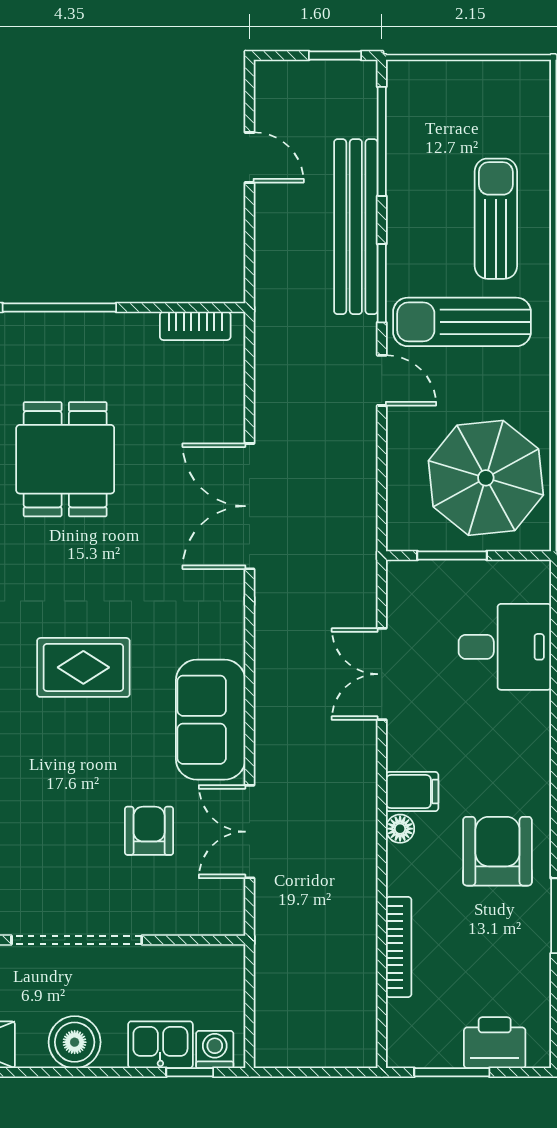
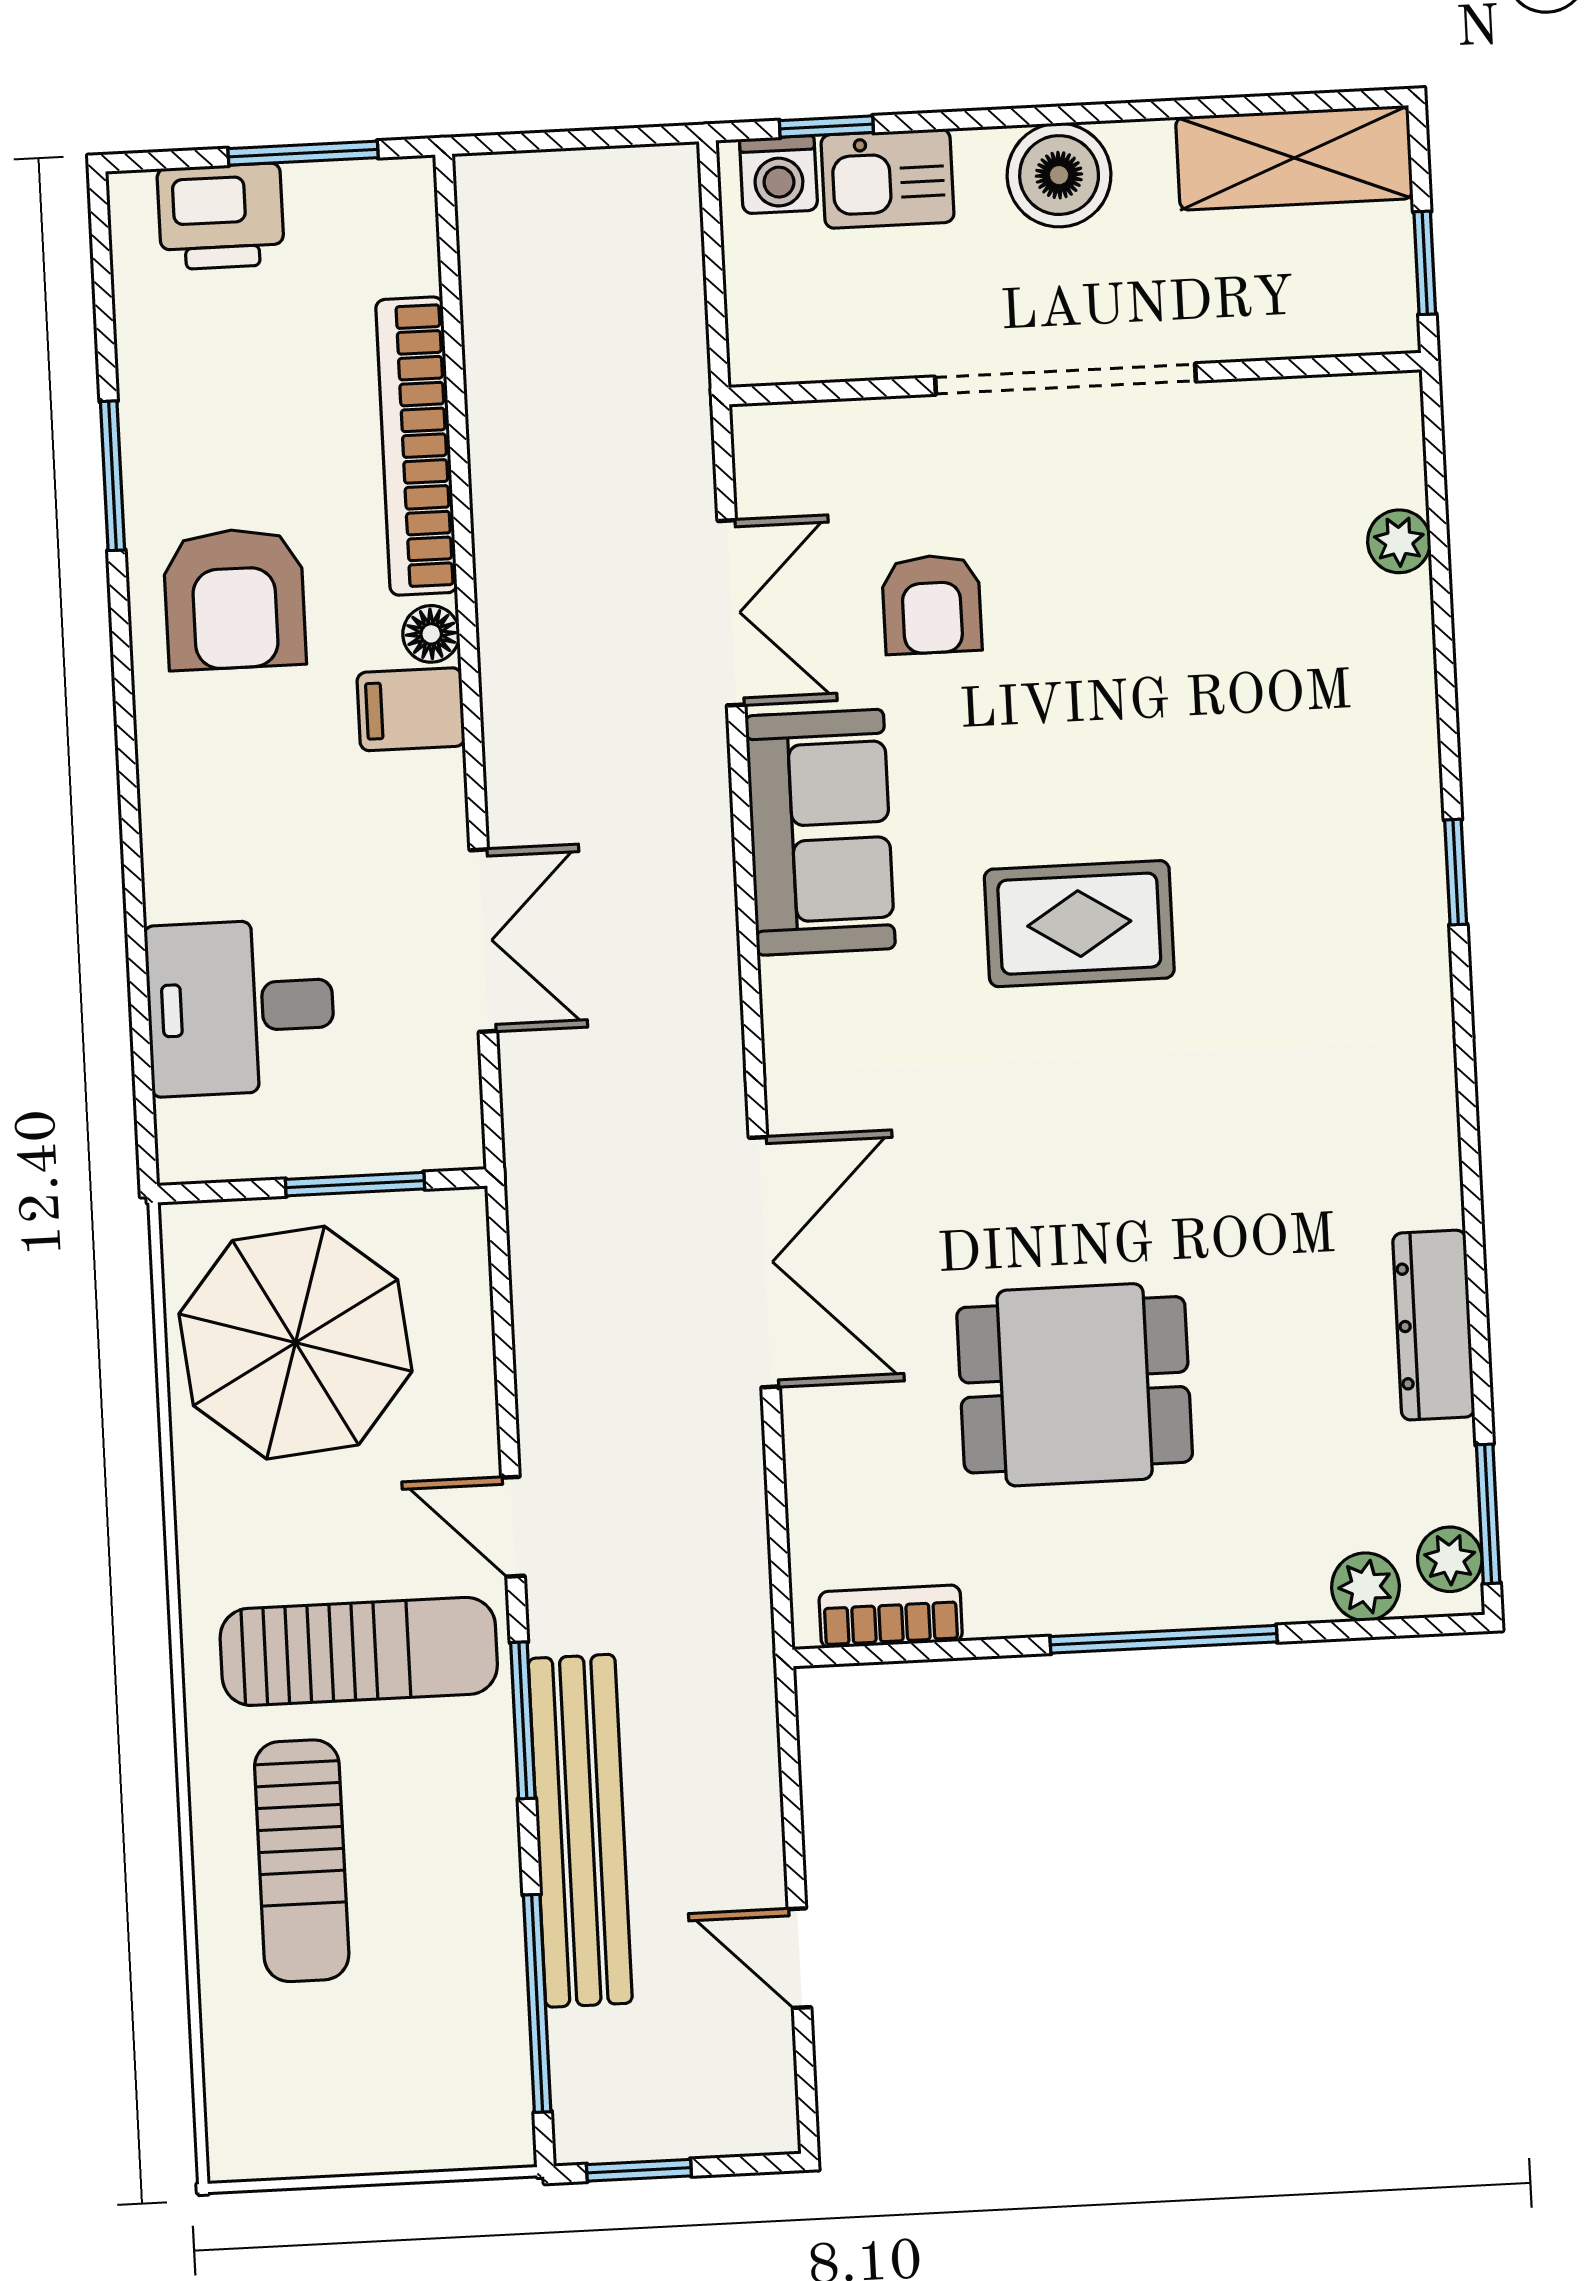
dining table: (65, 459) -> (1075, 1385), moved, turned 90
bookcase: (399, 947) -> (416, 446), width x1.48, depth x1.31

